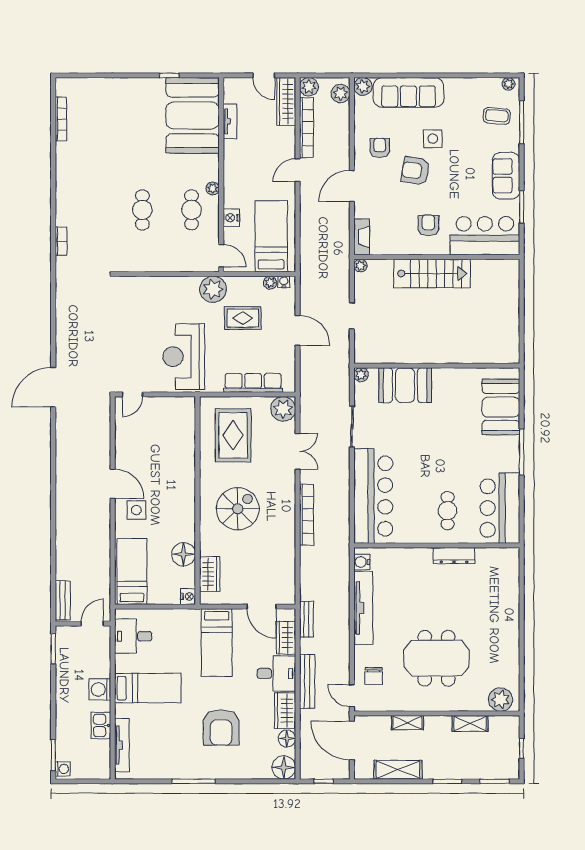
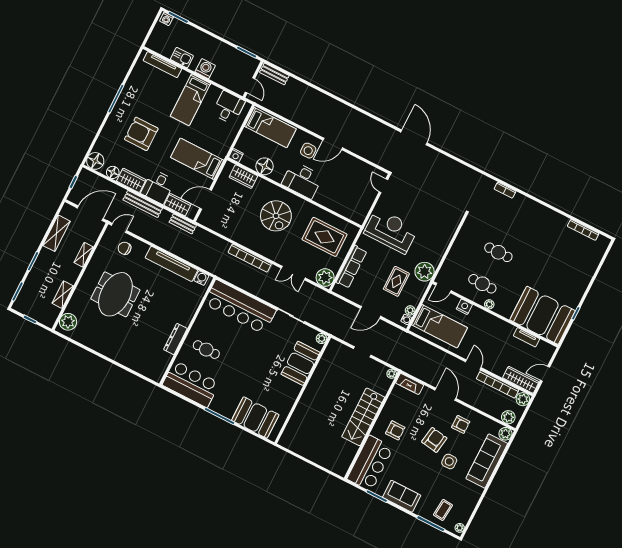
desk: (177, 499) -> (302, 180), added

